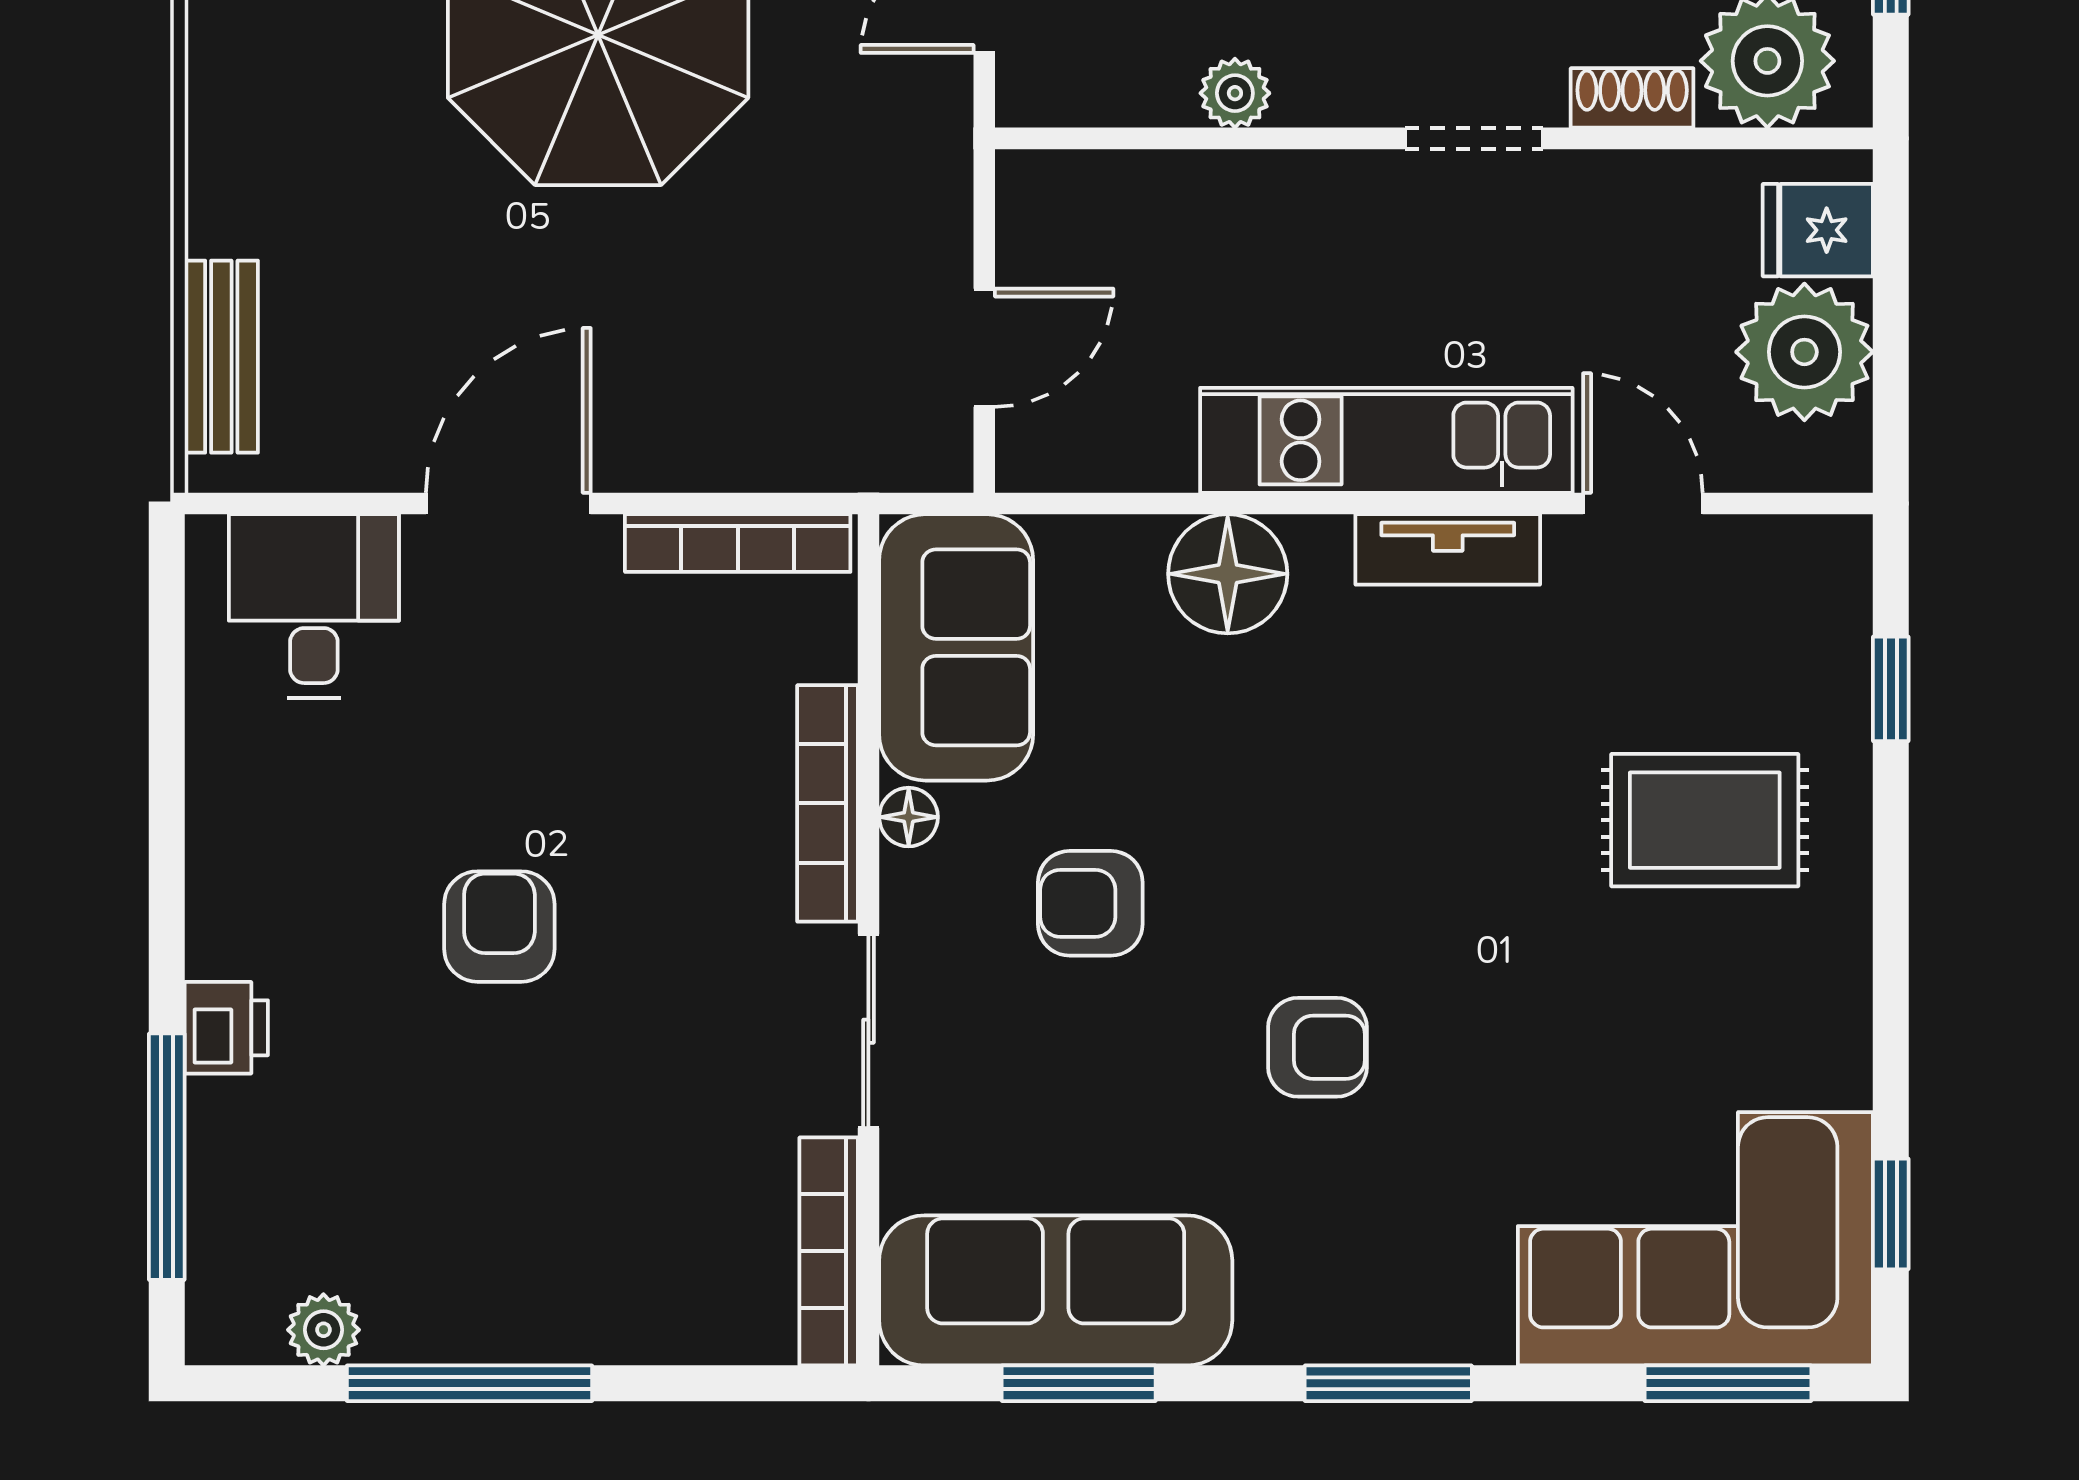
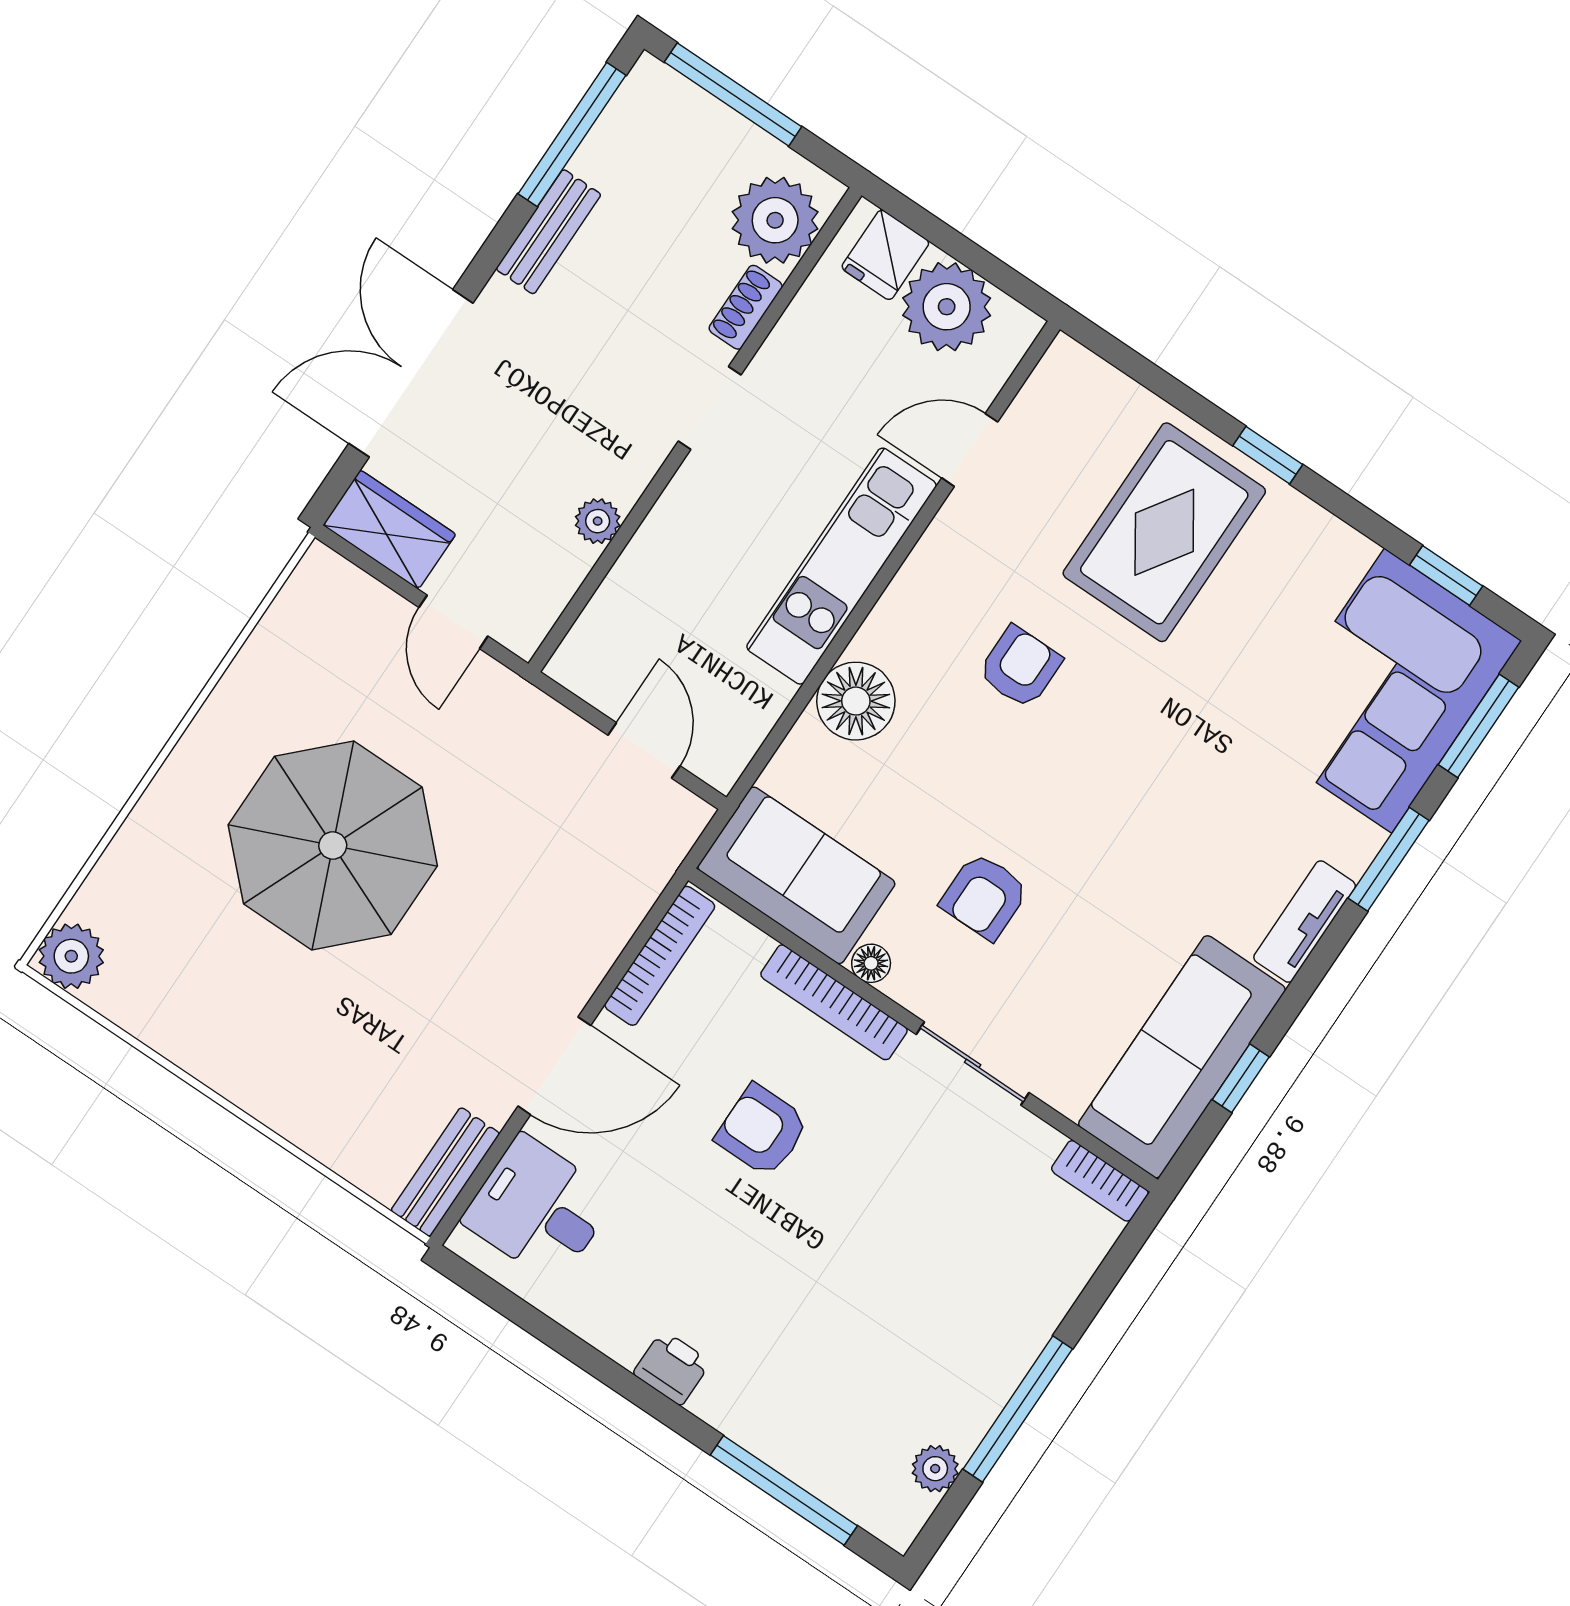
bench: (221, 357) -> (445, 1172), moved, turned 90
door: (508, 504) -> (554, 1066), swing flipped
tv unit: (1448, 549) -> (1305, 922), moved, turned 180
window: (1891, 689) -> (1268, 455), moved
rug: (1705, 820) -> (1164, 532), width x1.36, depth x1.43
armchair: (499, 927) -> (762, 1130), moved
printer: (226, 1028) -> (672, 1368), moved
armchair: (1318, 1047) -> (1020, 667), moved
bookcase: (829, 1251) -> (1100, 1181), width x0.64
window: (1079, 1383) -> (1241, 1078), width x0.67
window: (1388, 1383) -> (1389, 859), moved

